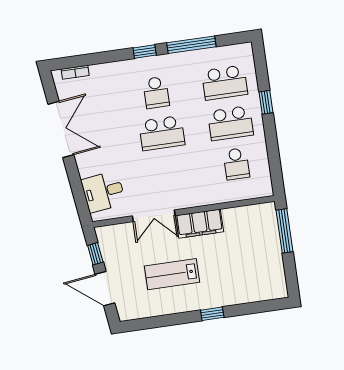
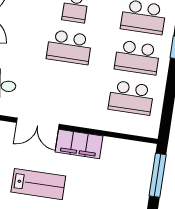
school desk: (236, 164) -> (131, 98), width x1.85
lab bench: (172, 274) -> (38, 184), turned 180

